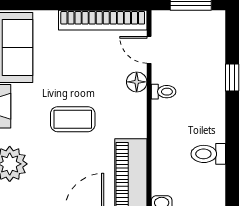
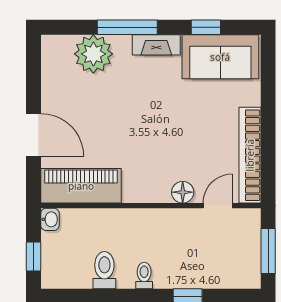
toilet: (164, 92) -> (144, 275), moved, turned 180
coffee table: (73, 119) -> (142, 123), removed

